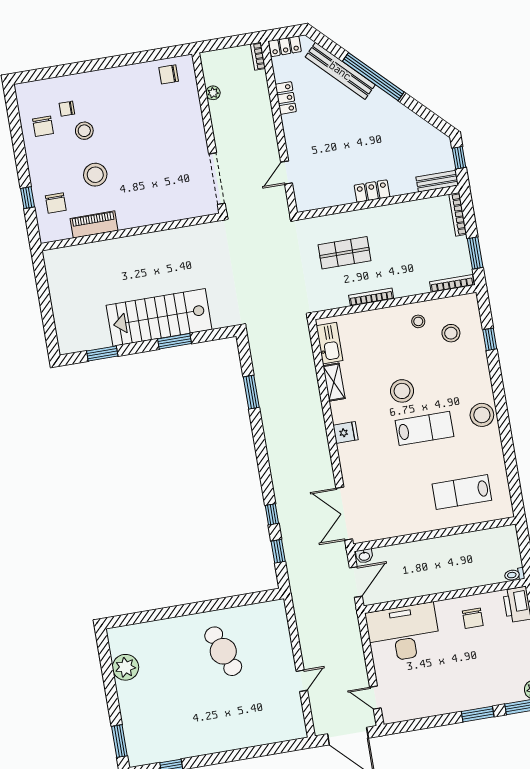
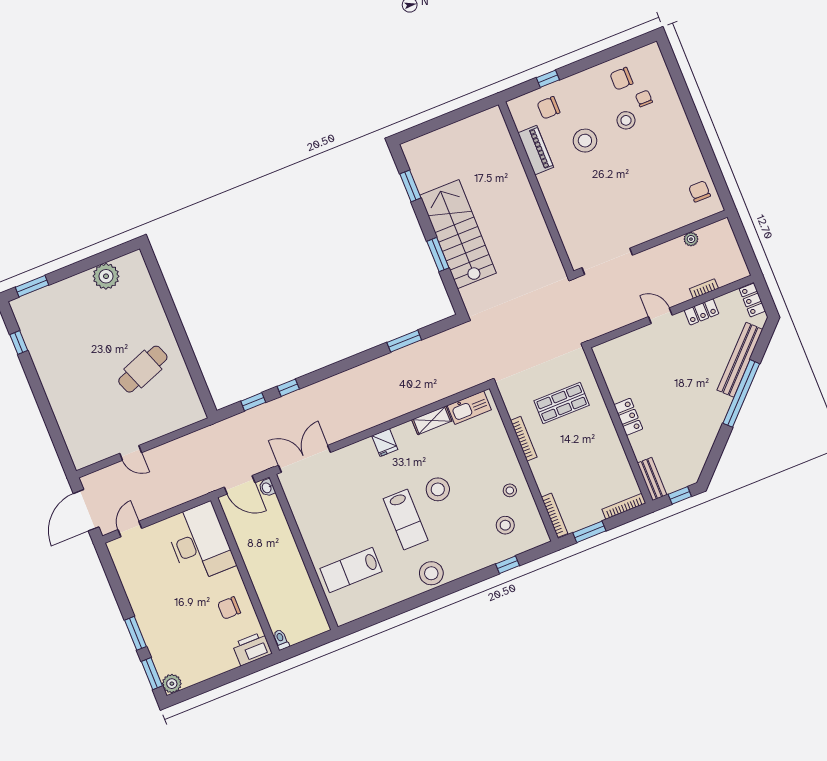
bookcase: (258, 56) -> (704, 289), moved
door: (287, 173) -> (660, 316), moved
shop shelf: (345, 253) -> (562, 403), turned 90
lab bench: (462, 492) -> (351, 570), turned -90

